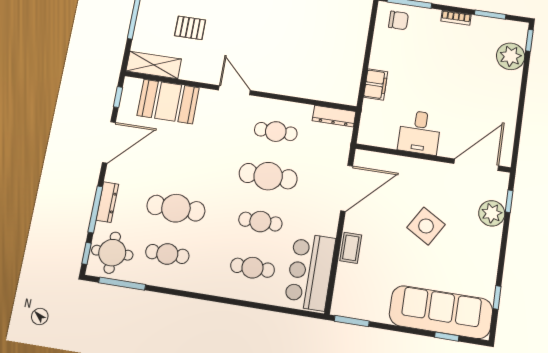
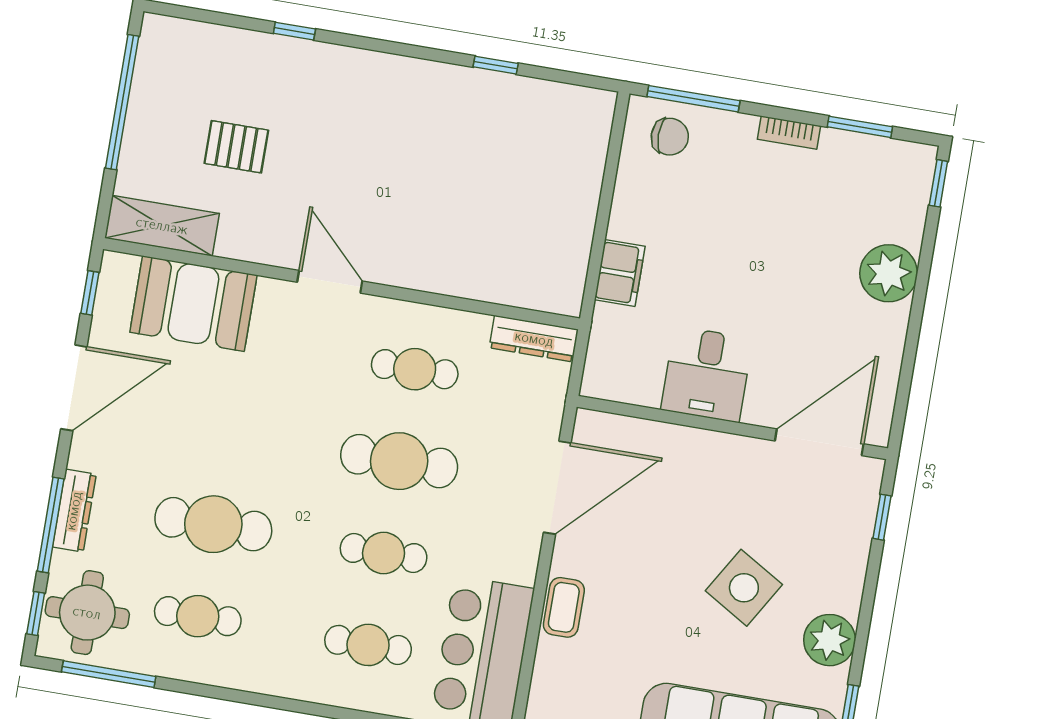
plant: (511, 56) -> (889, 273), moved
plant: (492, 213) -> (830, 640), moved
side table: (426, 226) -> (744, 588), moved

